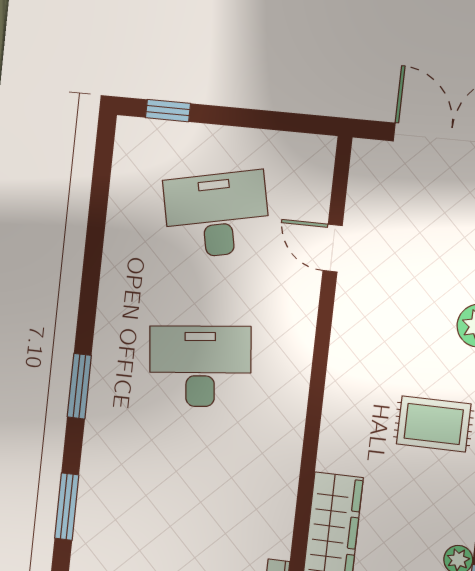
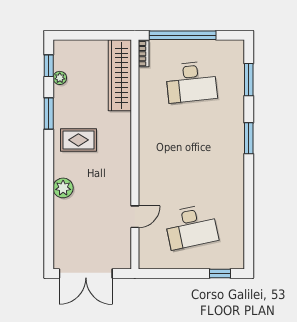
door: (333, 248) -> (135, 217), hinge flipped
desk: (200, 366) -> (191, 82), moved

